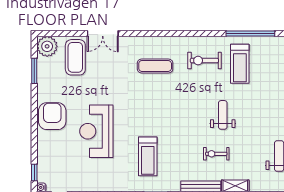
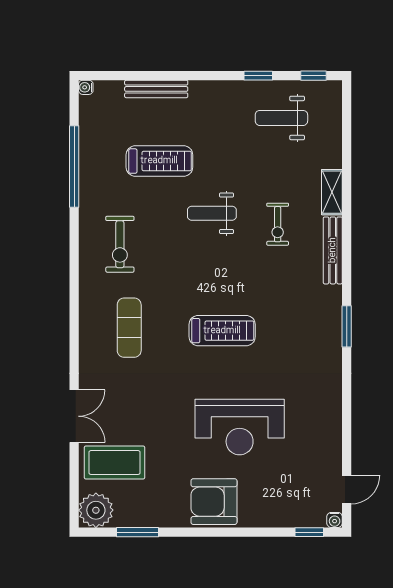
treadmill: (240, 64) -> (159, 161), moved
treadmill: (148, 156) -> (222, 331), moved

